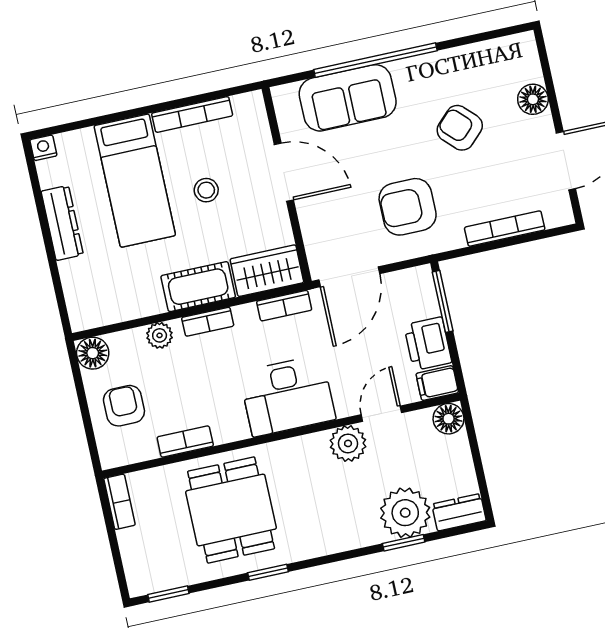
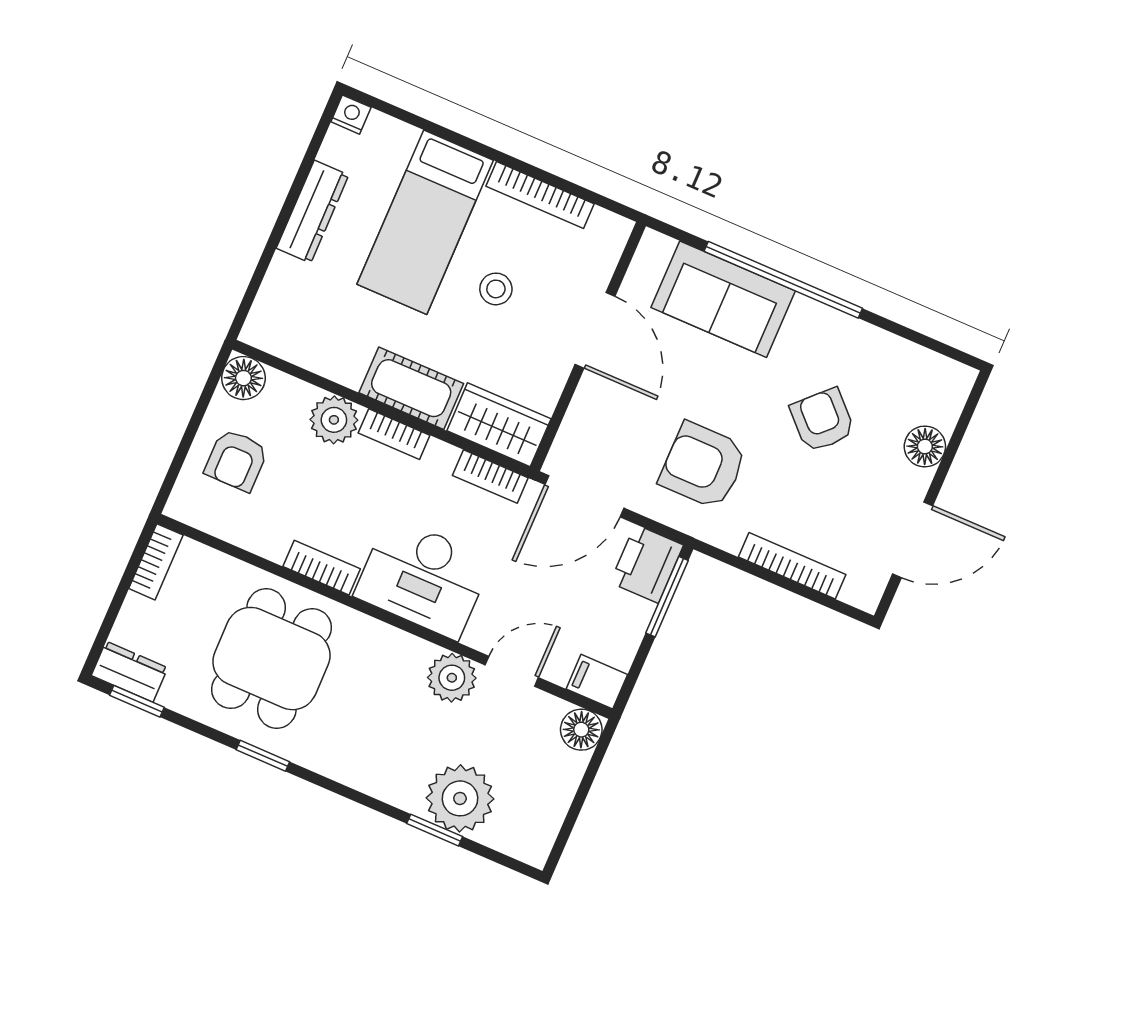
plant: (160, 335) -> (334, 420), width x1.38, depth x1.38
printer: (428, 344) -> (647, 564), moved
armchair: (124, 406) -> (236, 460), turned 180
bookcase: (185, 442) -> (322, 568), moved
dresser: (459, 512) -> (130, 672), moved

